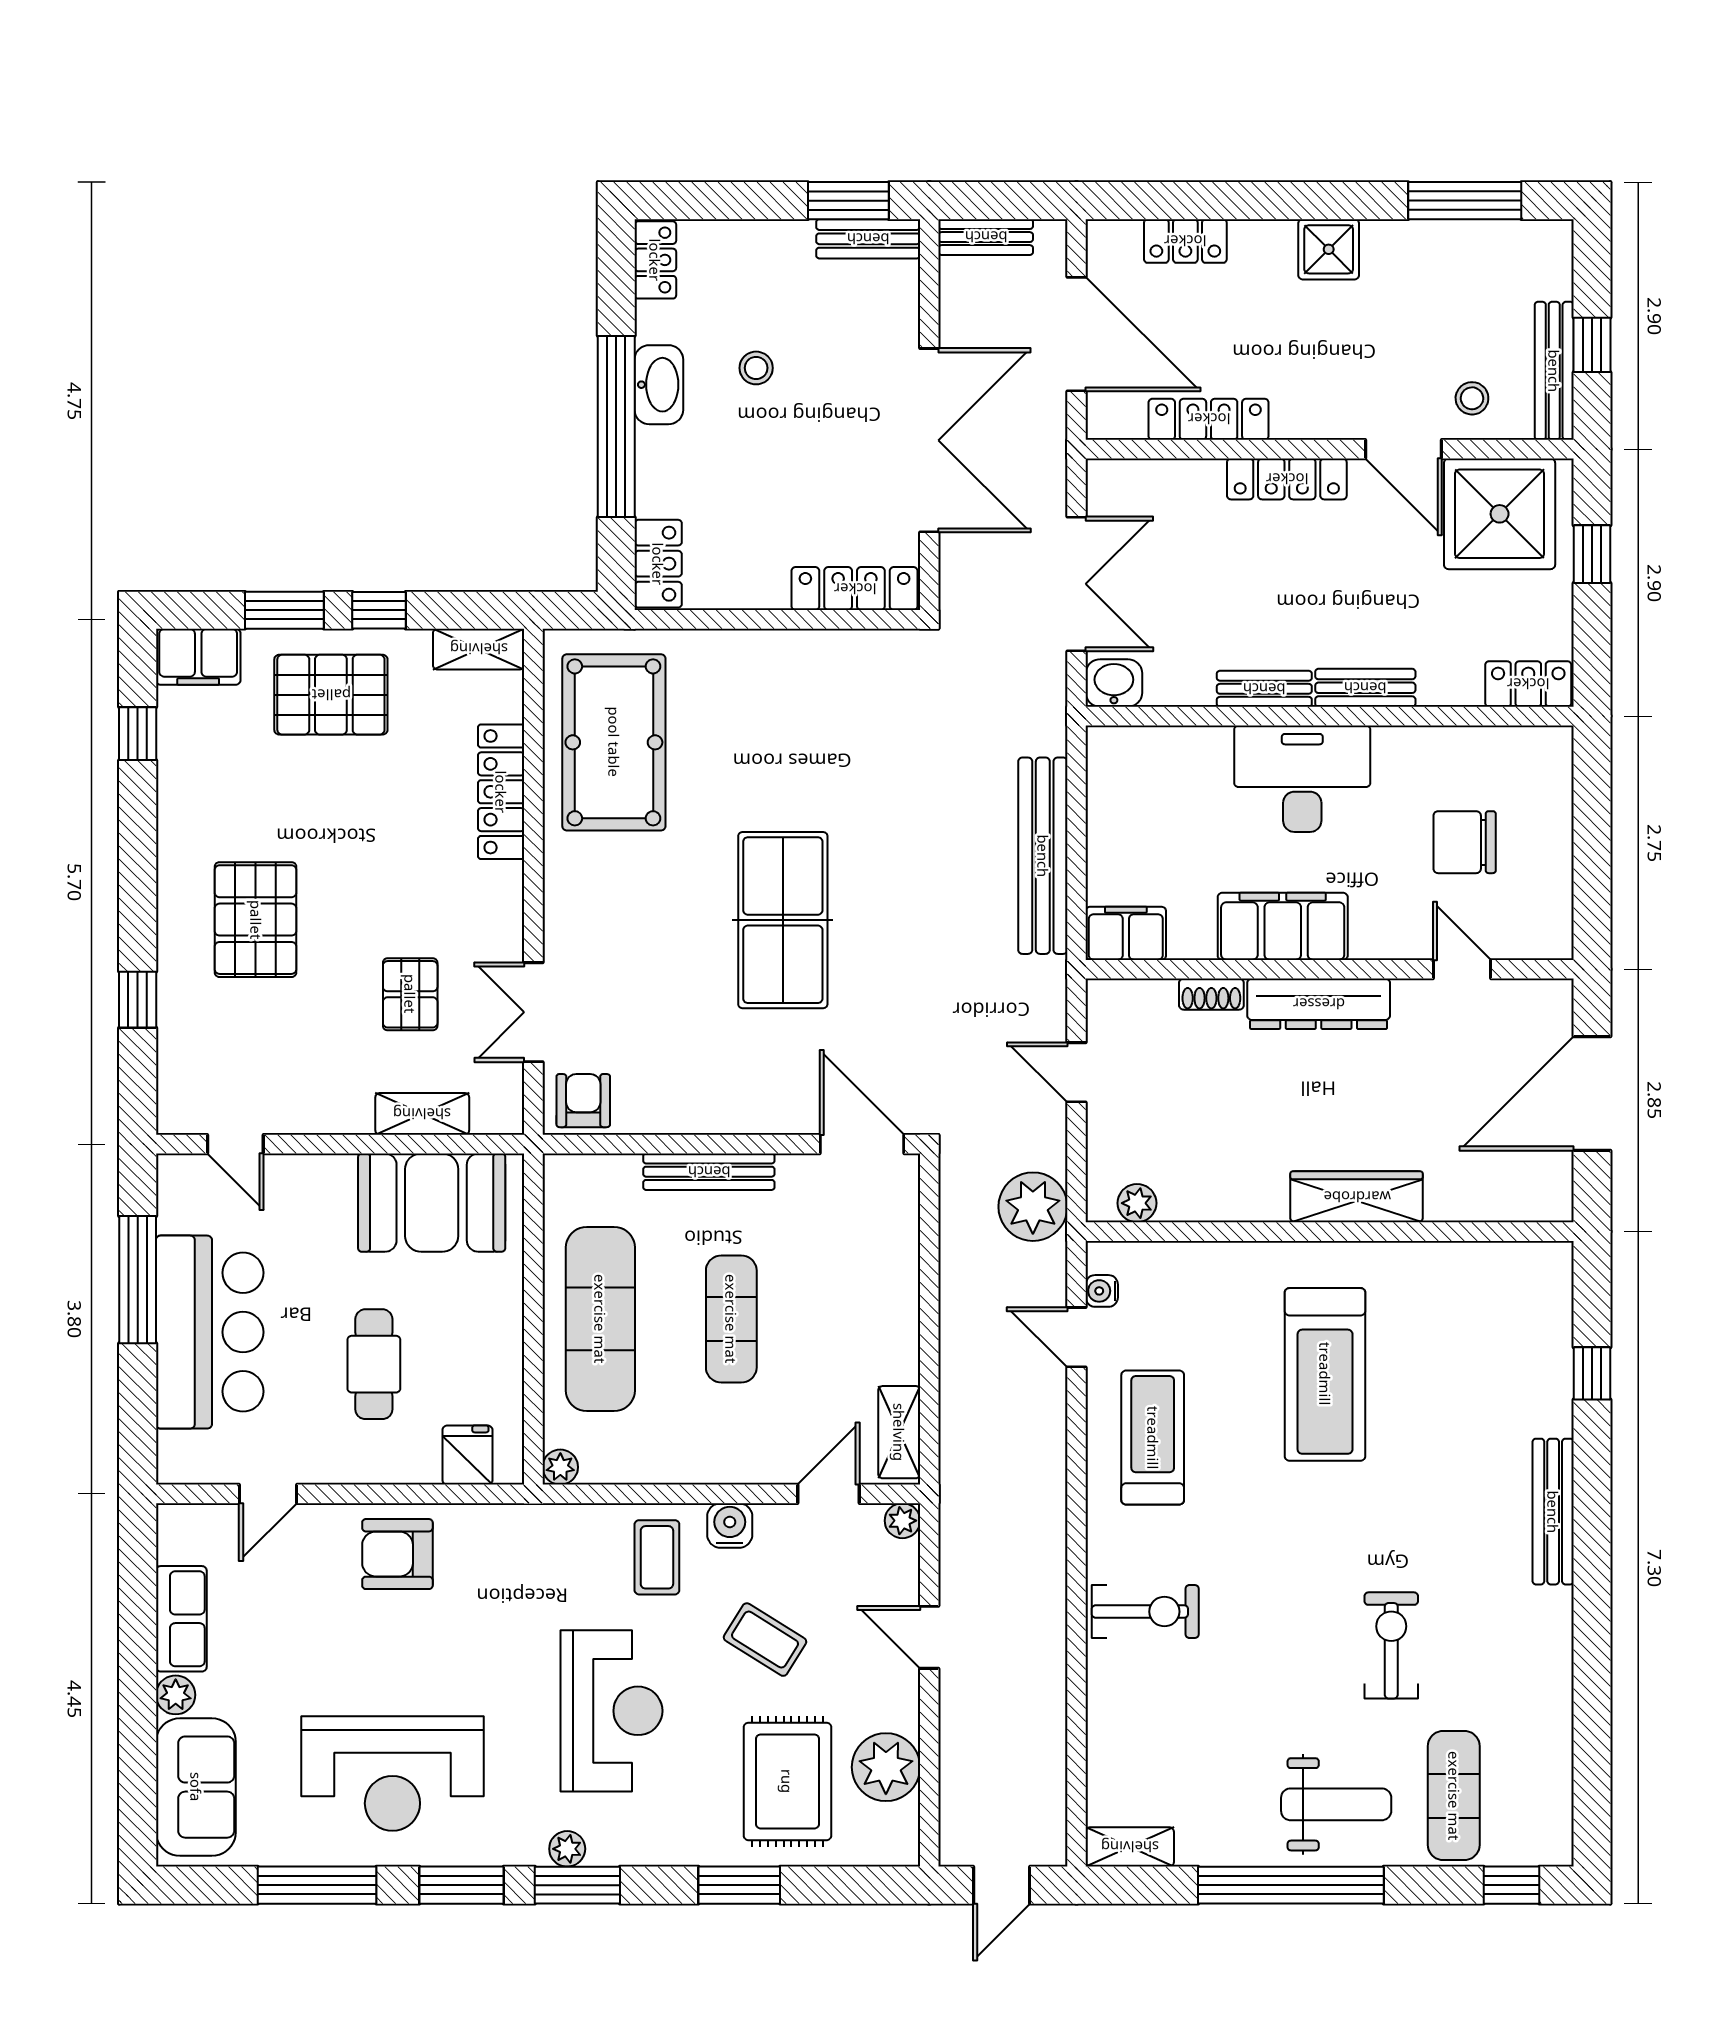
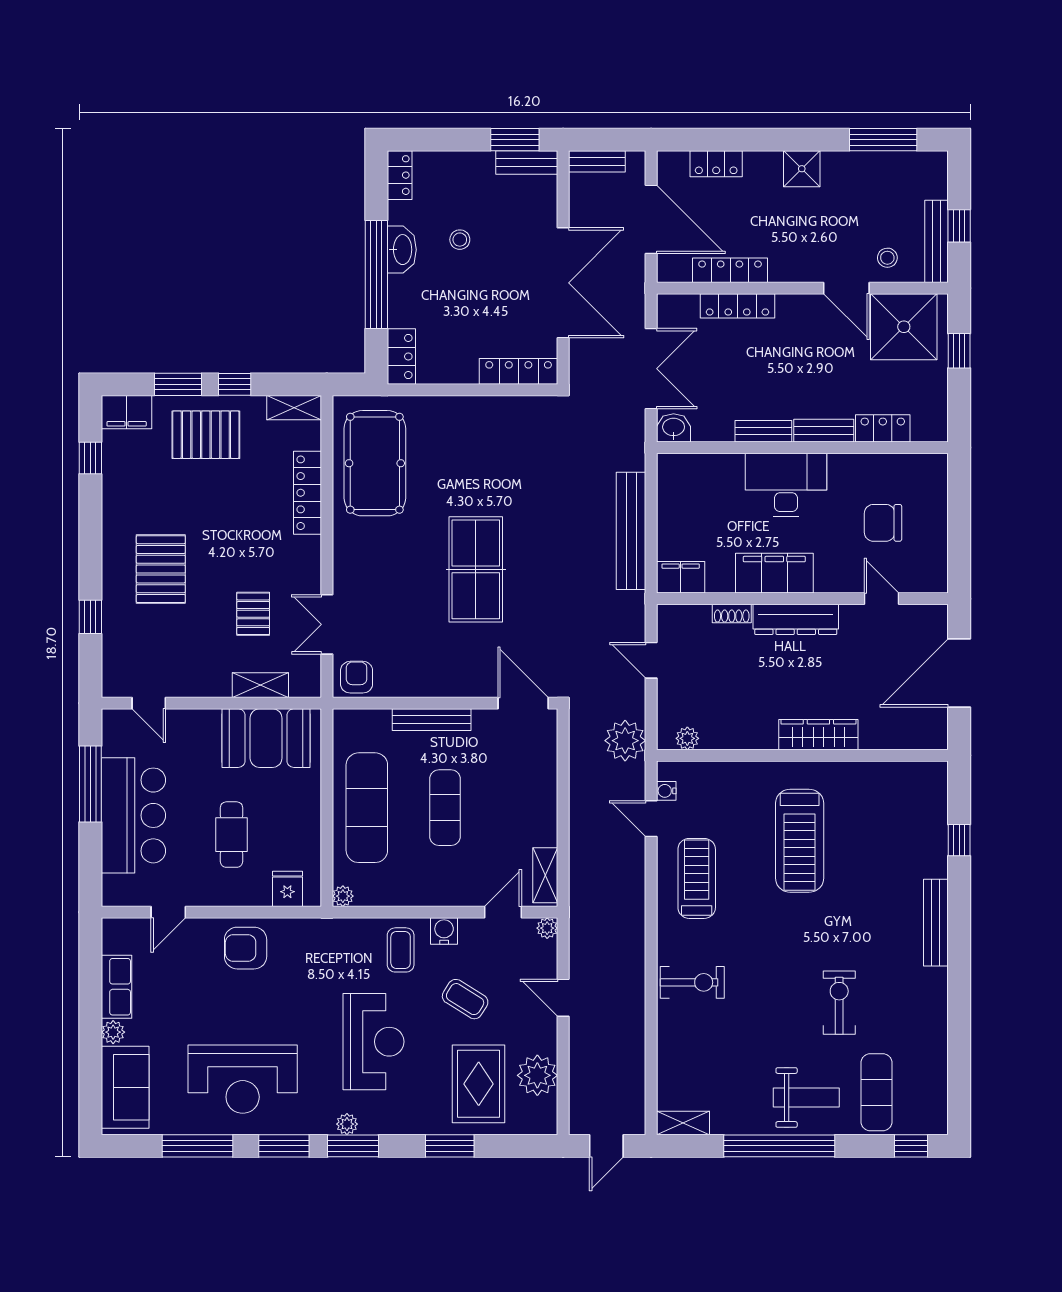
locker: (1287, 479) -> (738, 306), moved
locker: (1528, 684) -> (883, 428), moved

